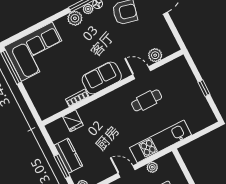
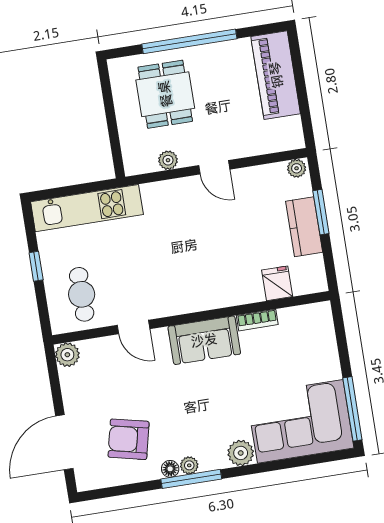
plant: (75, 18) -> (241, 453), moved
plant: (155, 55) -> (67, 355), moved
cafe table: (147, 100) -> (82, 294), moved, turned 90
kitchen unit: (161, 141) -> (87, 208), moved

